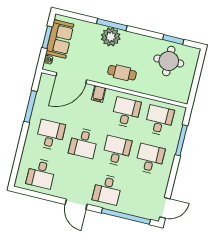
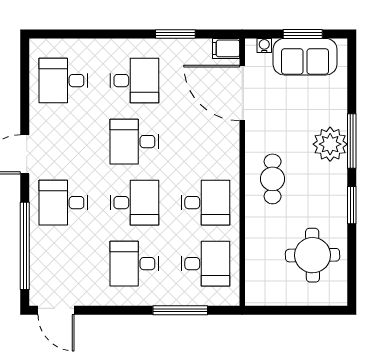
window: (173, 39) -> (352, 205), moved
filing cabinet: (99, 94) -> (226, 48), moved
window: (30, 106) -> (175, 34), width x0.69
desk: (150, 159) -> (134, 264), turned 180

